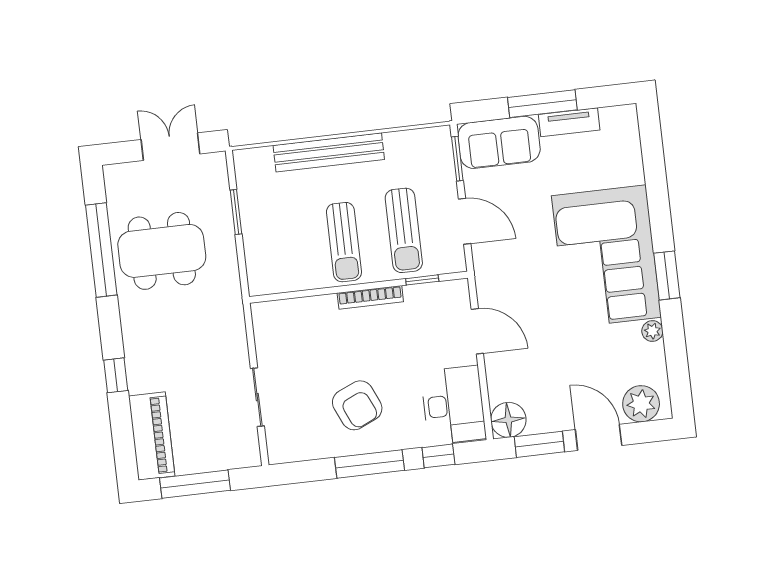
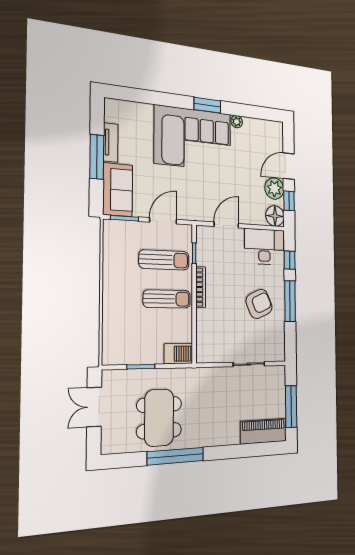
bench: (329, 152) -> (111, 301), removed
window: (101, 250) -> (175, 456), moved
barbecue: (262, 271) -> (178, 354), added
window: (116, 375) -> (228, 452), removed
plant: (641, 404) -> (274, 189), moved
window: (539, 444) -> (289, 201), width x0.67

